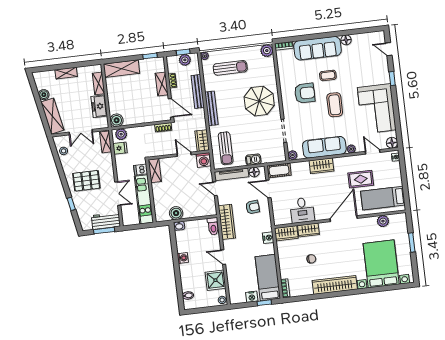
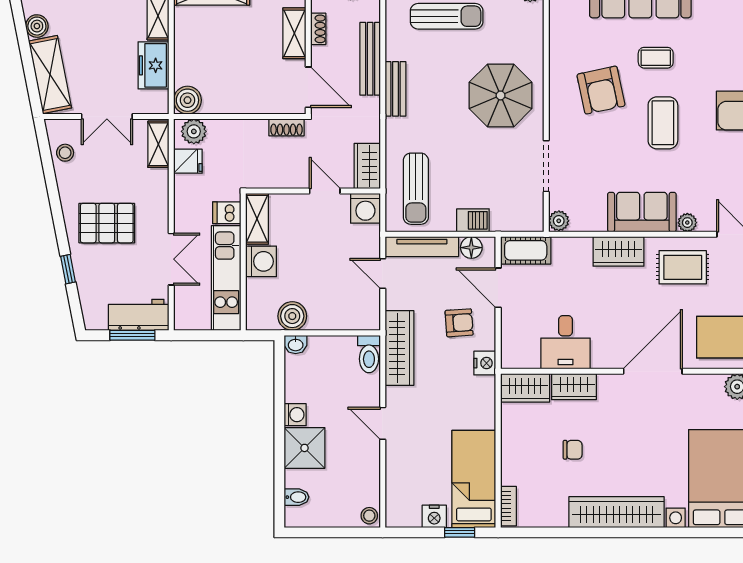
armchair: (305, 93) -> (601, 90), turned 78
bench: (211, 108) -> (396, 89), width x0.73
sofa: (324, 147) -> (642, 212), width x0.73
rug: (361, 179) -> (683, 267), moved
washing machine: (159, 190) -> (261, 261), added
nightstand: (268, 238) -> (485, 363), moved
shower: (215, 280) -> (304, 448), moved

